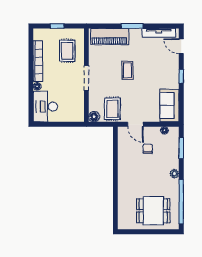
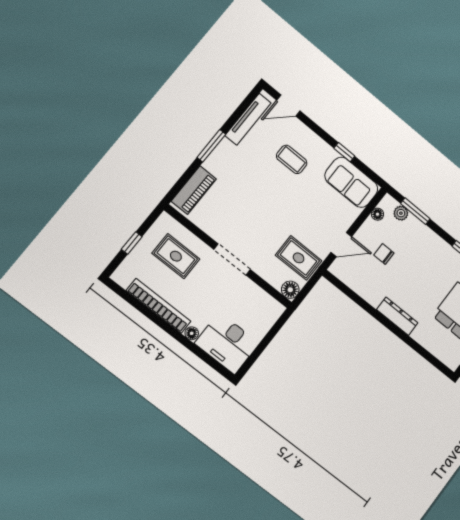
piano: (110, 36) -> (194, 190), width x0.73, depth x0.75
coffee table: (127, 70) -> (292, 159), moved
window: (181, 76) -> (344, 152), moved
plant: (174, 174) -> (401, 213), moved
dresser: (123, 179) -> (397, 316), added

